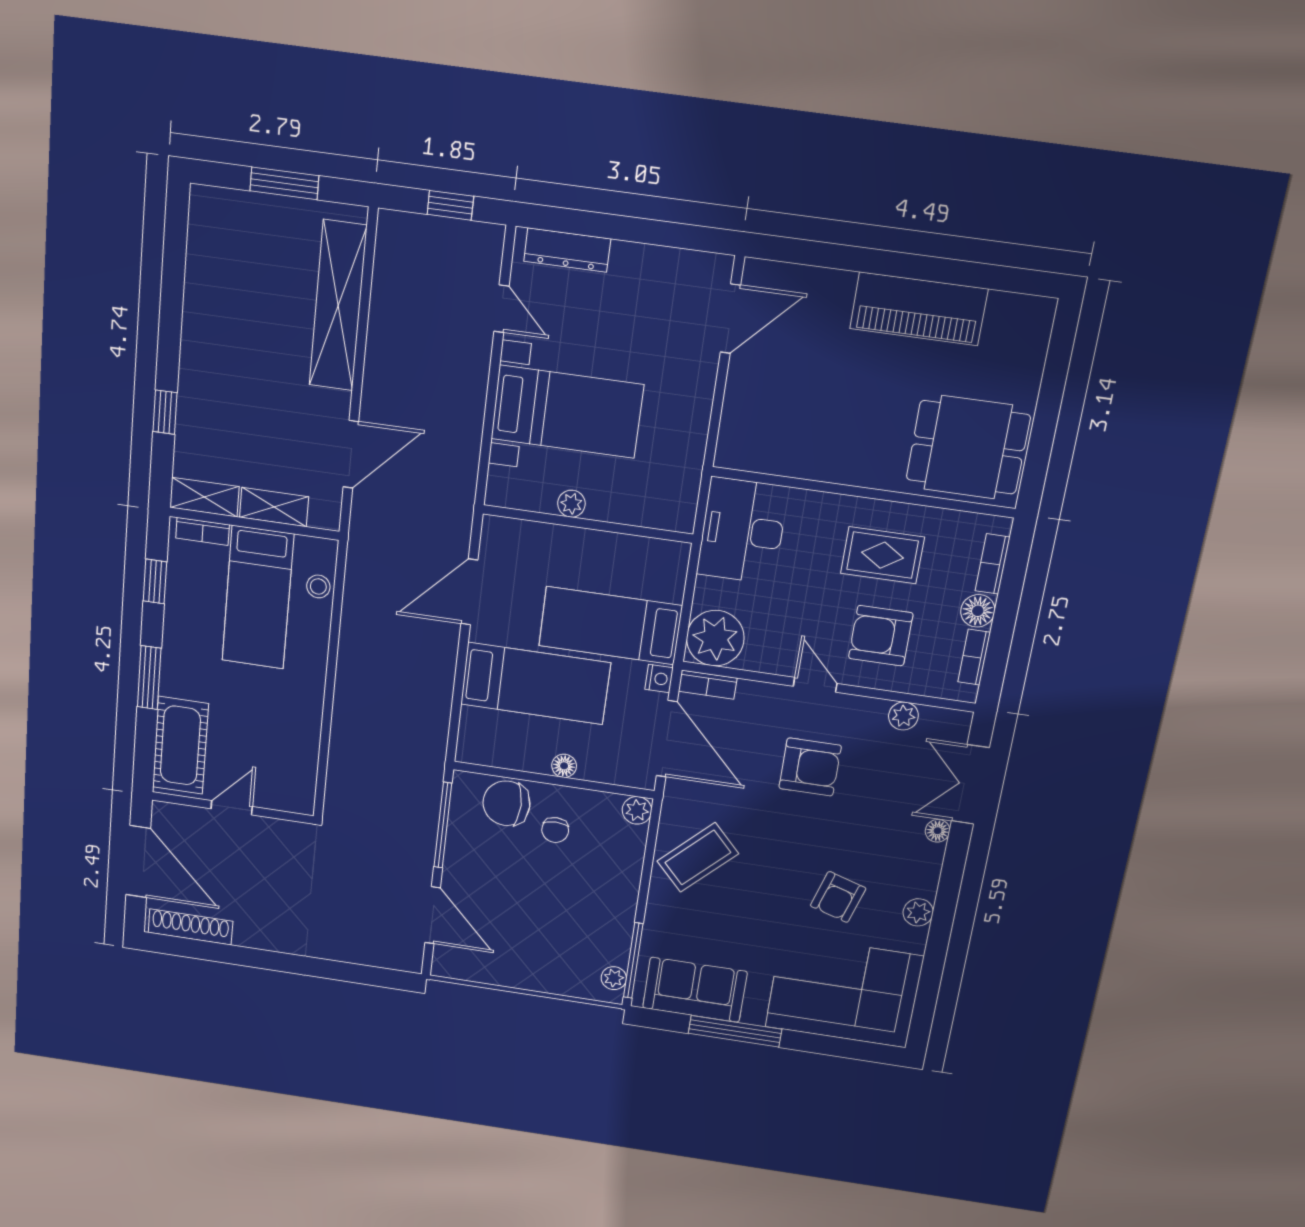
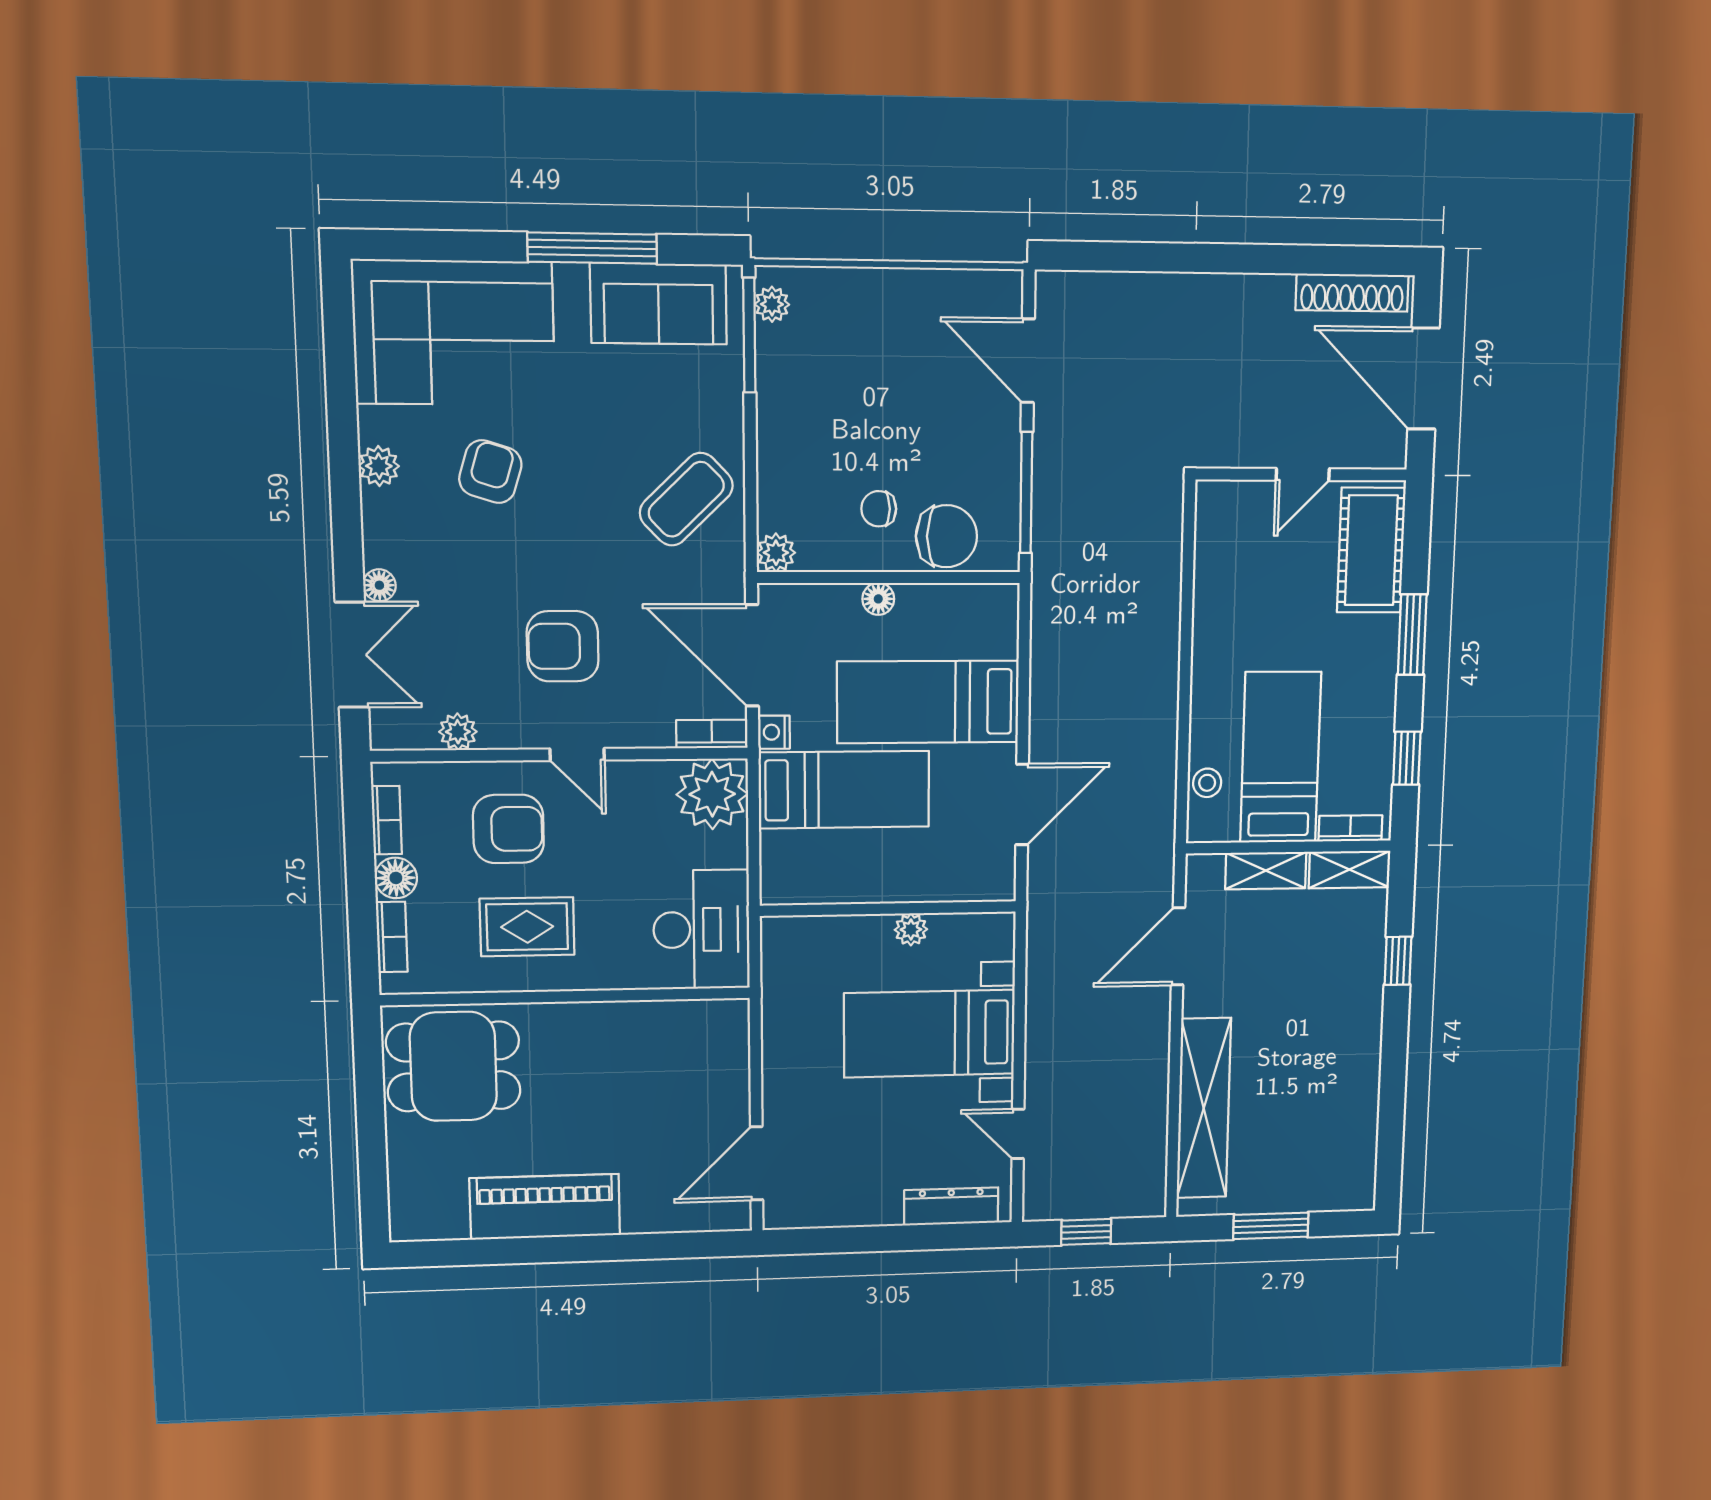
chair: (555, 830) -> (879, 509), turned -90

